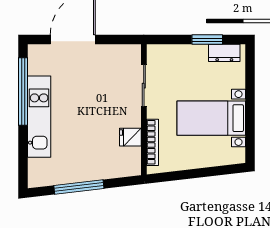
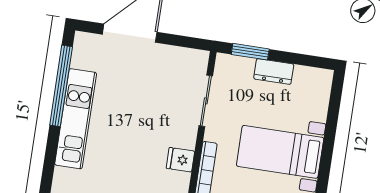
window: (207, 40) -> (250, 52), moved
dresser: (224, 53) -> (274, 71), moved

